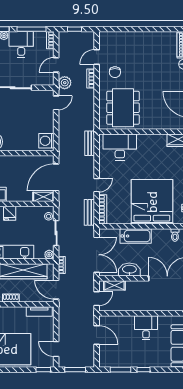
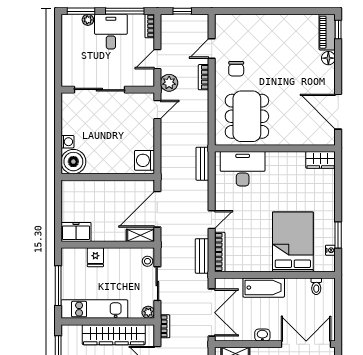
bed: (152, 202) -> (293, 242), width x0.73
washbasin: (129, 270) -> (262, 335), width x0.52, depth x0.69

